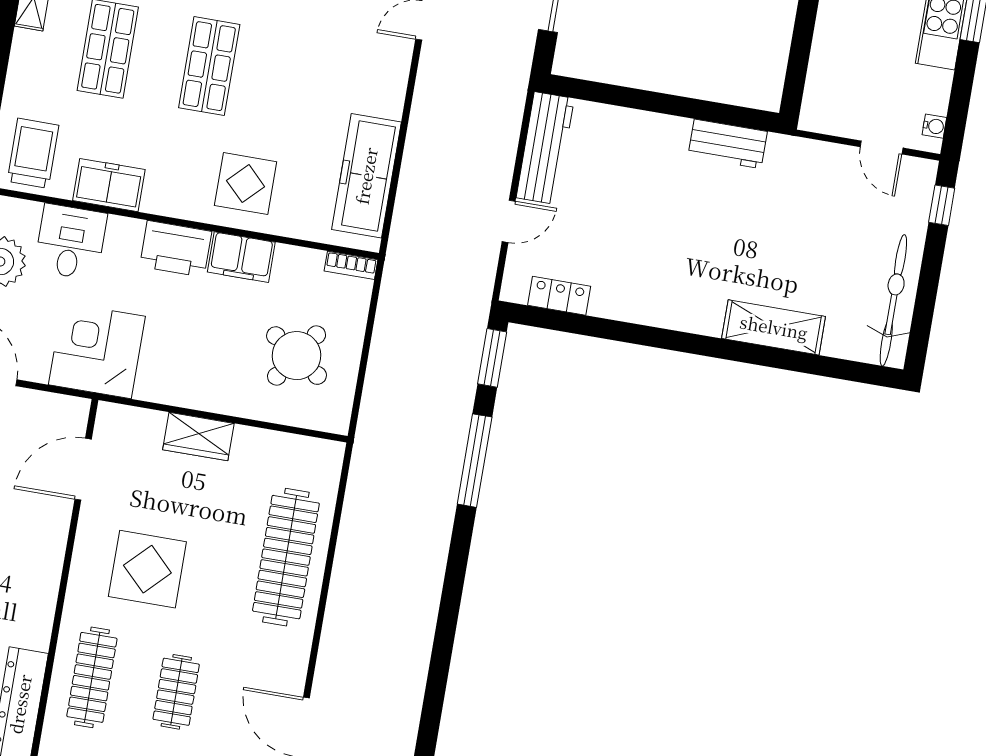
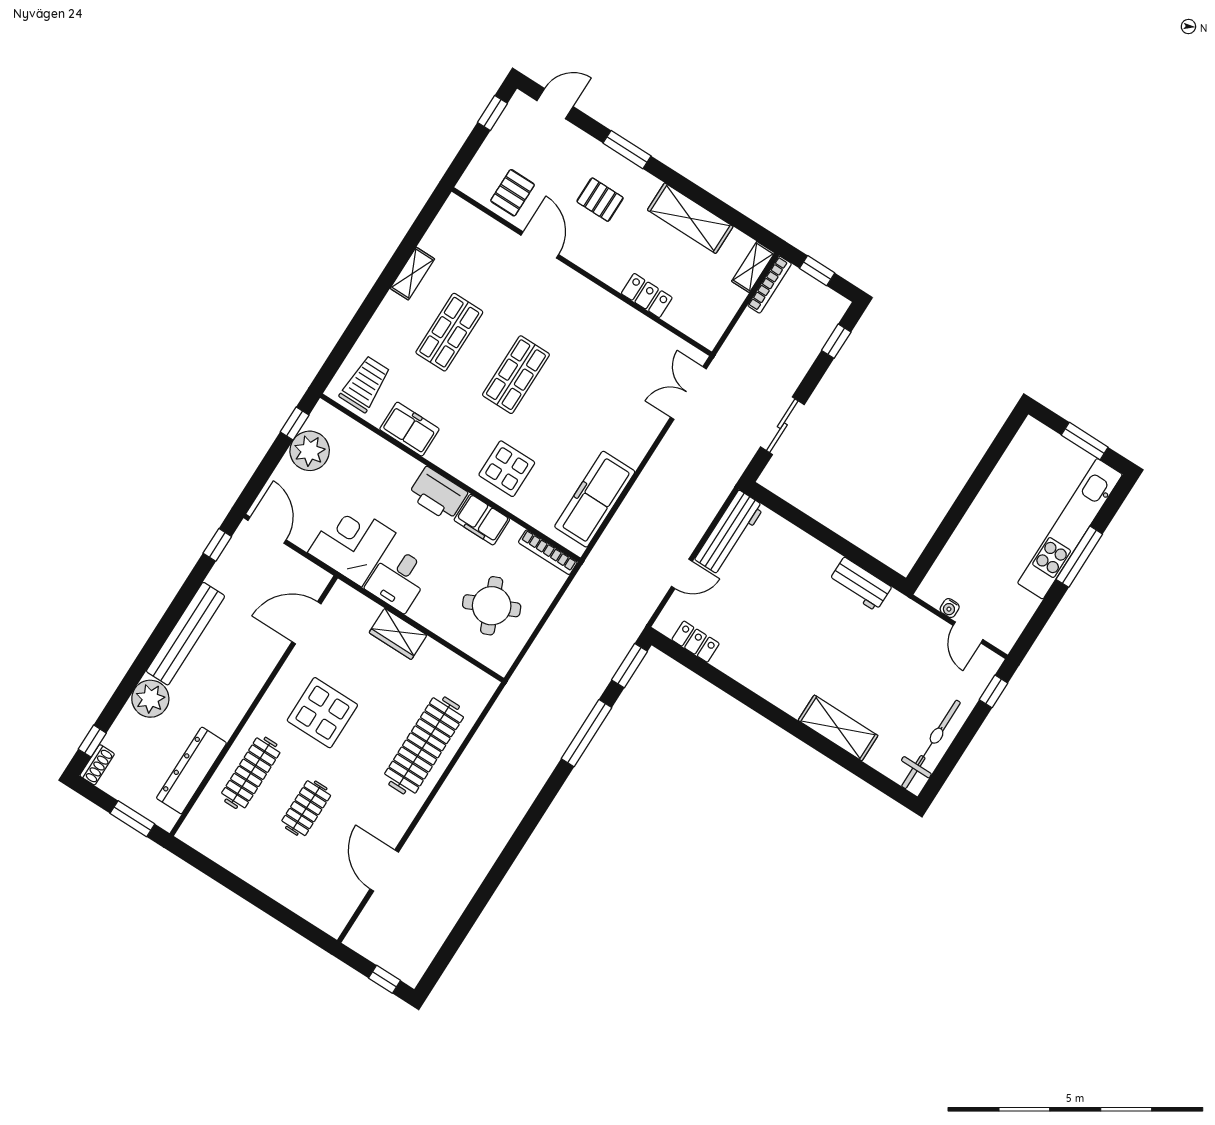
water cooler: (934, 126) -> (950, 608), moved, turned 90
desk: (71, 242) -> (398, 579), moved, turned 180
bookcase: (351, 265) -> (548, 552), width x1.56
round table: (297, 356) -> (492, 606), turned 33

